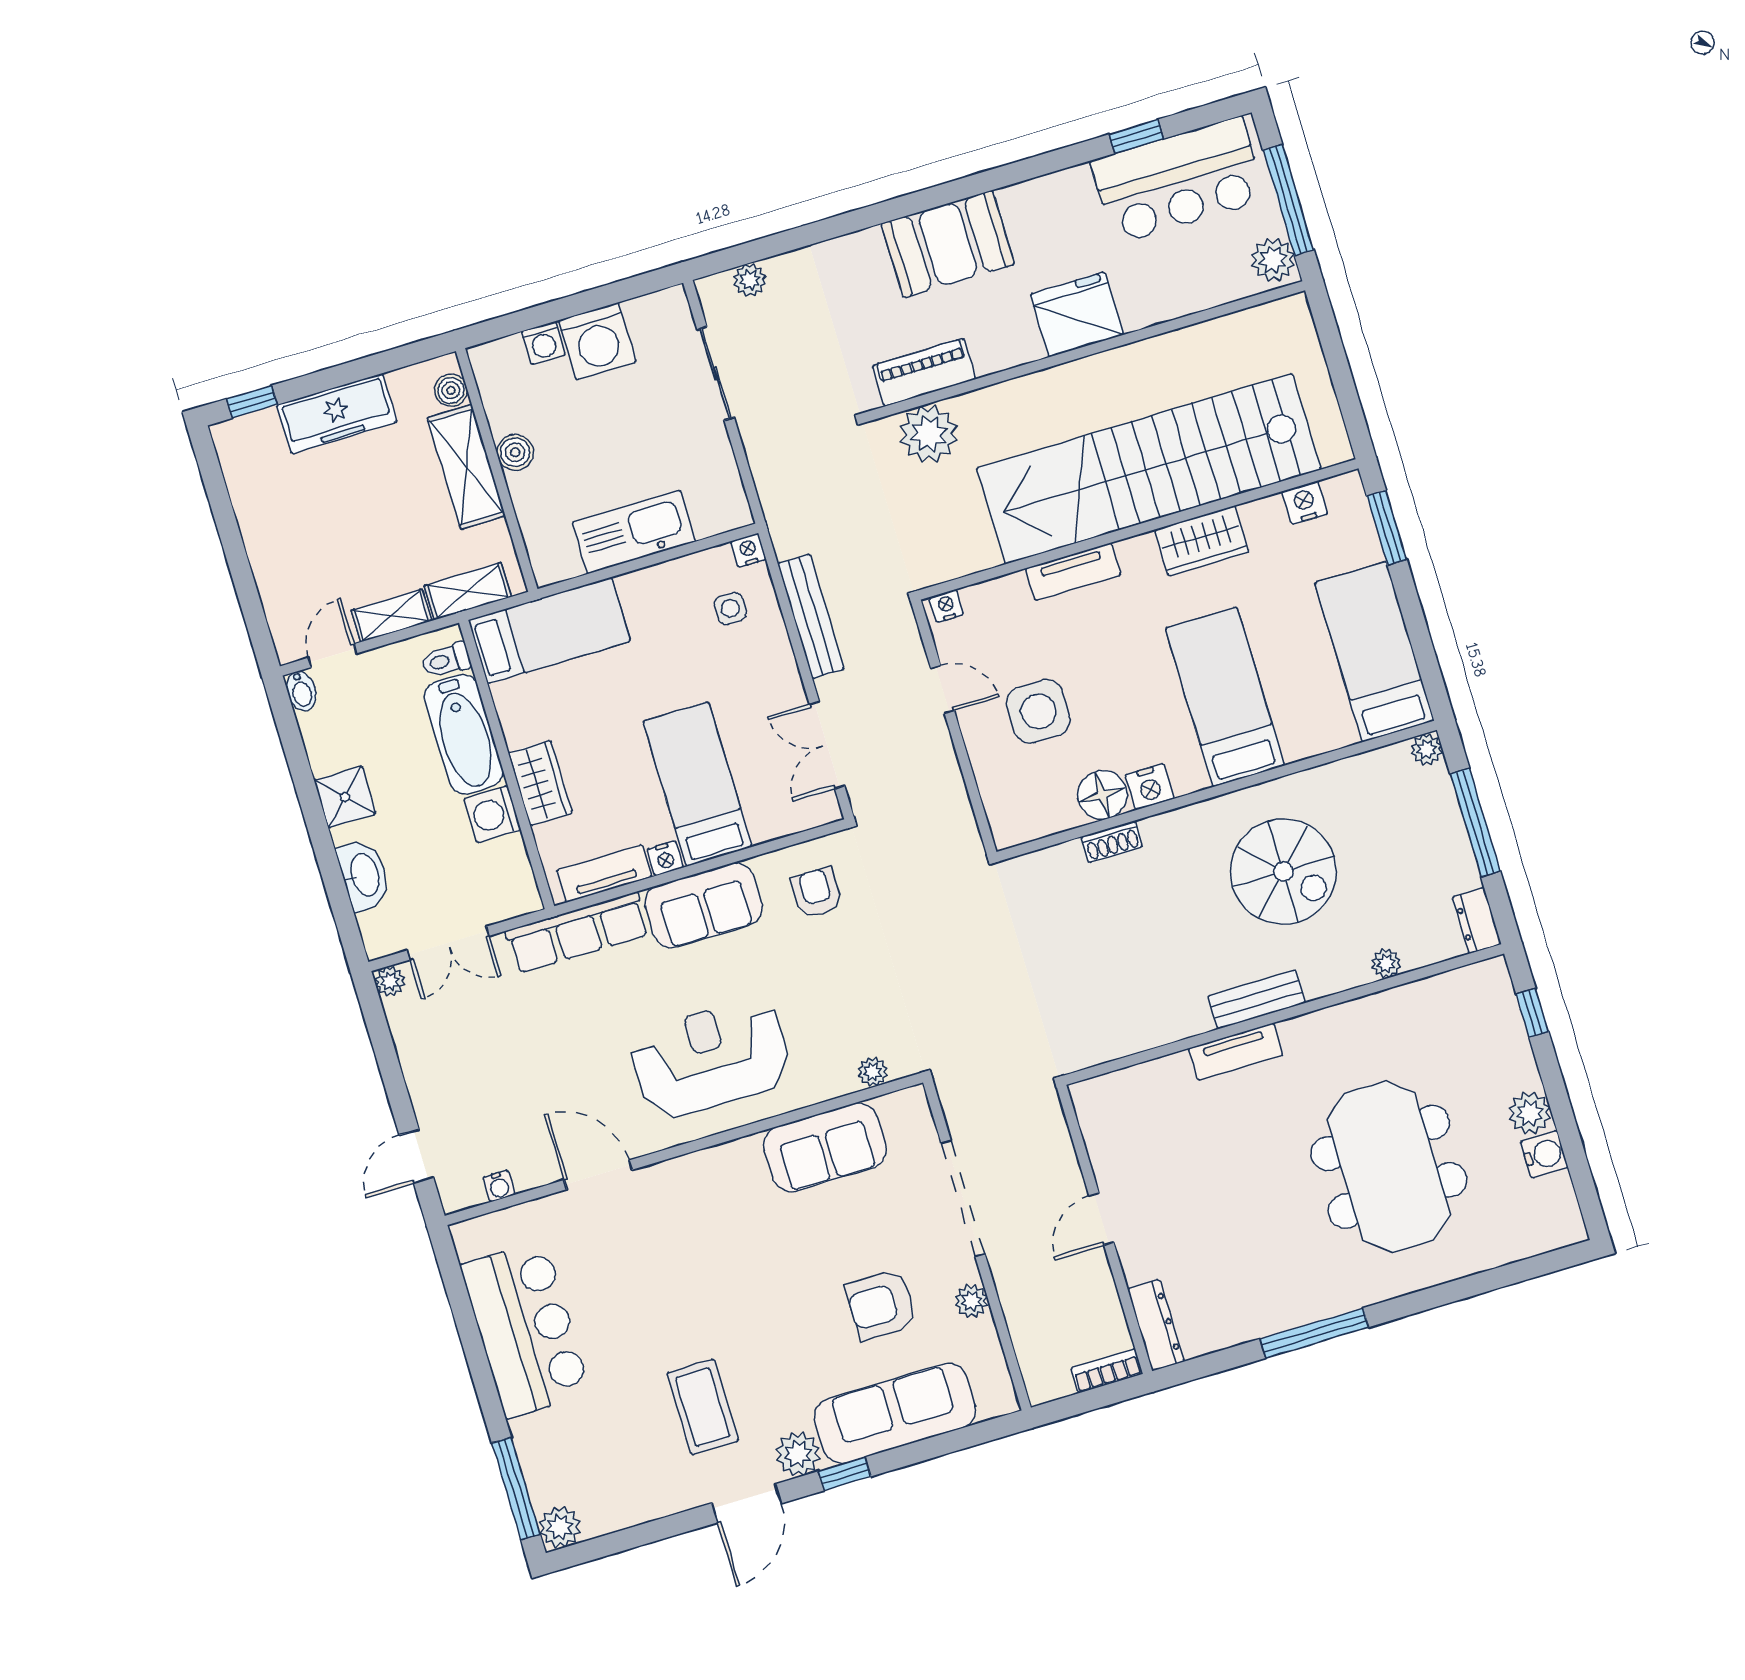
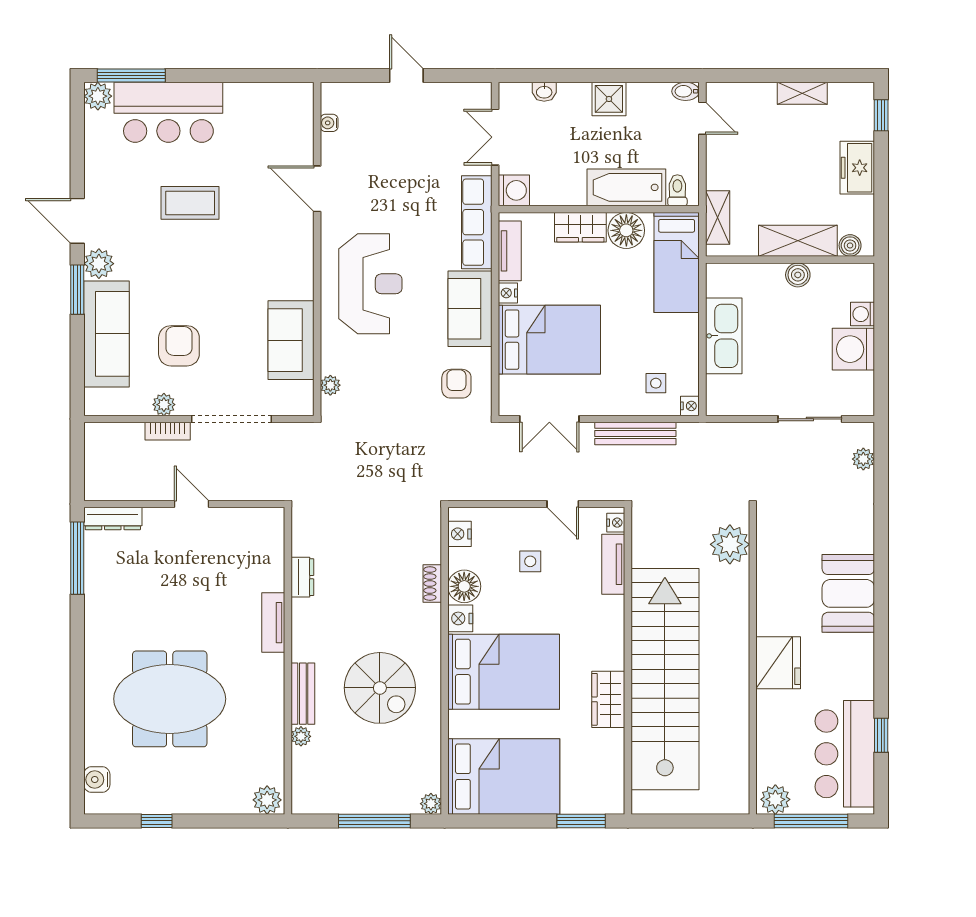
piano: (924, 372) -> (770, 553), removed
freezer: (337, 413) -> (857, 168), width x0.71
nightstand: (1305, 503) -> (459, 534), moved, turned 180
tv unit: (1073, 572) -> (613, 564), moved
shelving: (391, 616) -> (802, 93), moved, turned 90
bed: (1374, 652) -> (504, 776), width x1.50
door: (943, 689) -> (563, 504), hinge flipped
bed: (1225, 697) -> (504, 672), width x1.50
side table: (1038, 711) -> (530, 561), width x0.54, depth x0.54
floor lamp: (525, 716) -> (626, 230), added
double door: (827, 745) -> (549, 419), swing flipped
bed: (697, 784) -> (549, 340), width x1.50
washing machine: (492, 814) -> (514, 190), moved, turned 90
spiral stairs: (1283, 872) -> (380, 688), turned -90
washbasin: (364, 875) -> (544, 92), width x0.52, depth x0.69
armchair: (816, 893) -> (456, 384), turned -90
dresser: (1477, 921) -> (302, 577), moved, turned 90
plant: (390, 981) -> (482, 92), removed
bench: (1257, 1000) -> (303, 694), moved
window: (1532, 1013) -> (157, 821), moved
plant: (1530, 1113) -> (267, 800), moved
water cooler: (1544, 1154) -> (97, 780), moved, turned 90
door: (416, 1156) -> (406, 75), moved
door: (598, 1175) -> (317, 189), swing flipped
bar counter: (525, 1329) -> (168, 112), moved
window: (1314, 1333) -> (77, 558), moved
bookcase: (1107, 1371) -> (168, 431), moved, turned 90
coffee table: (703, 1407) -> (190, 203), moved
window: (845, 1474) -> (77, 290), width x1.50

